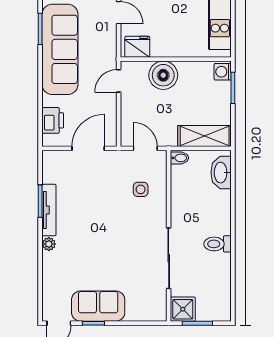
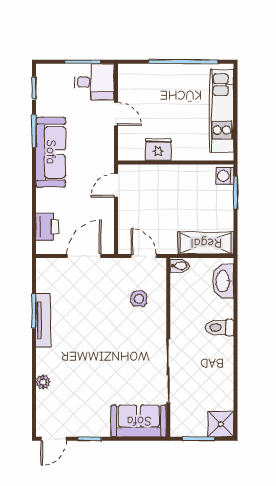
fridge: (137, 47) -> (158, 150), moved
sofa: (60, 49) -> (51, 152), width x0.74, depth x0.79
boiler: (163, 75) -> (163, 179), removed
plant: (49, 244) -> (43, 382), moved
toilet: (218, 244) -> (219, 328), moved
sofa: (98, 306) -> (139, 421), moved
shower: (183, 309) -> (221, 424), moved

